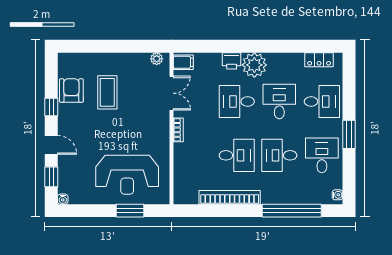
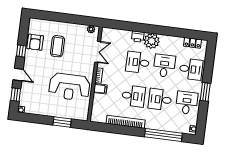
filing cabinet: (183, 62) -> (100, 89), moved
armchair: (71, 90) -> (35, 42), turned 180
reception desk: (127, 175) -> (69, 87), moved

